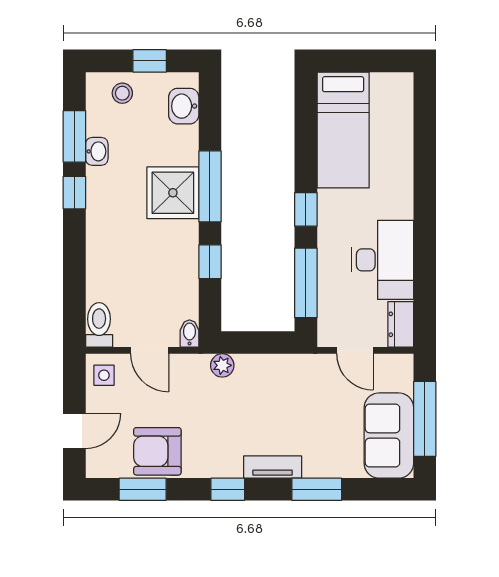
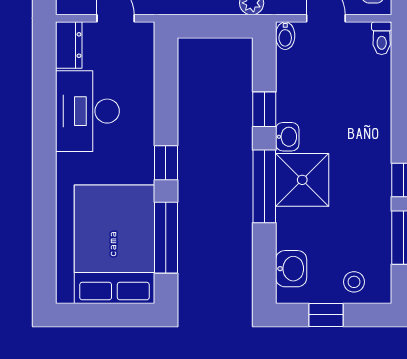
bed: (343, 130) -> (114, 244), width x1.50
washbasin: (97, 151) -> (287, 137), moved, turned 180
window: (306, 283) -> (166, 238), moved
toilet: (99, 325) -> (382, 38), width x0.73, depth x0.72

